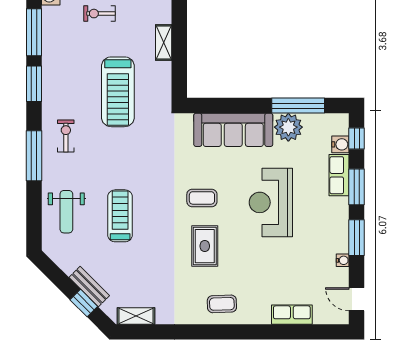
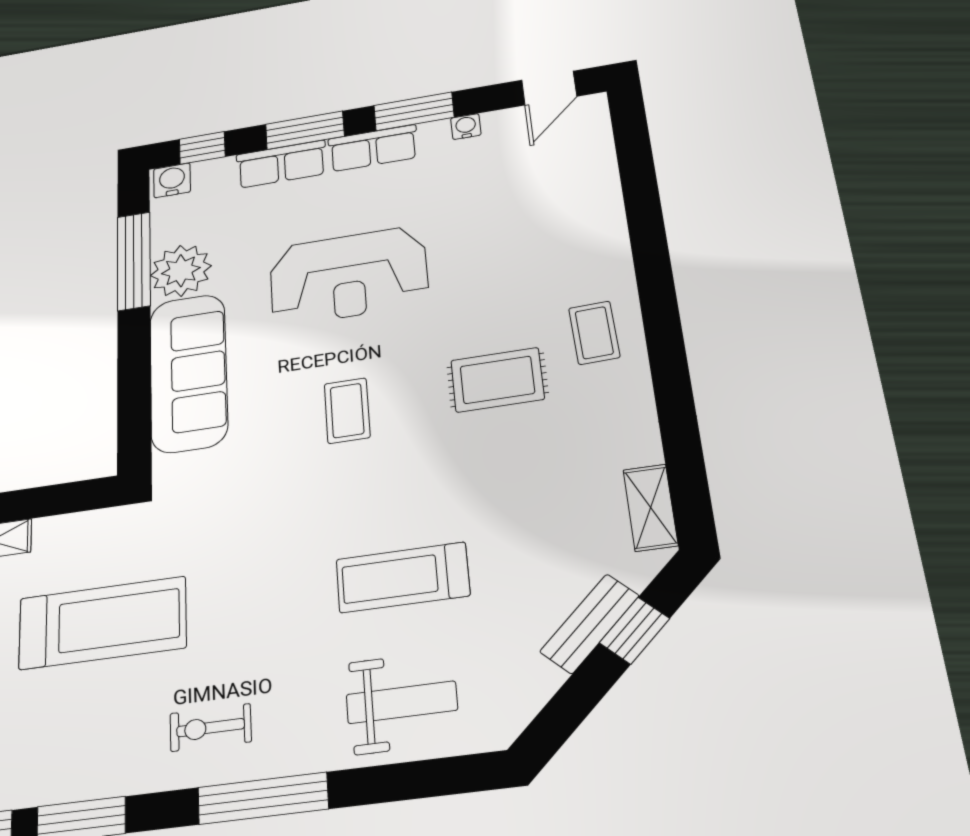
water cooler: (340, 144) -> (172, 180), moved
rug: (205, 246) -> (497, 380), moved
row of seats: (292, 315) -> (373, 148), moved, turned -90

